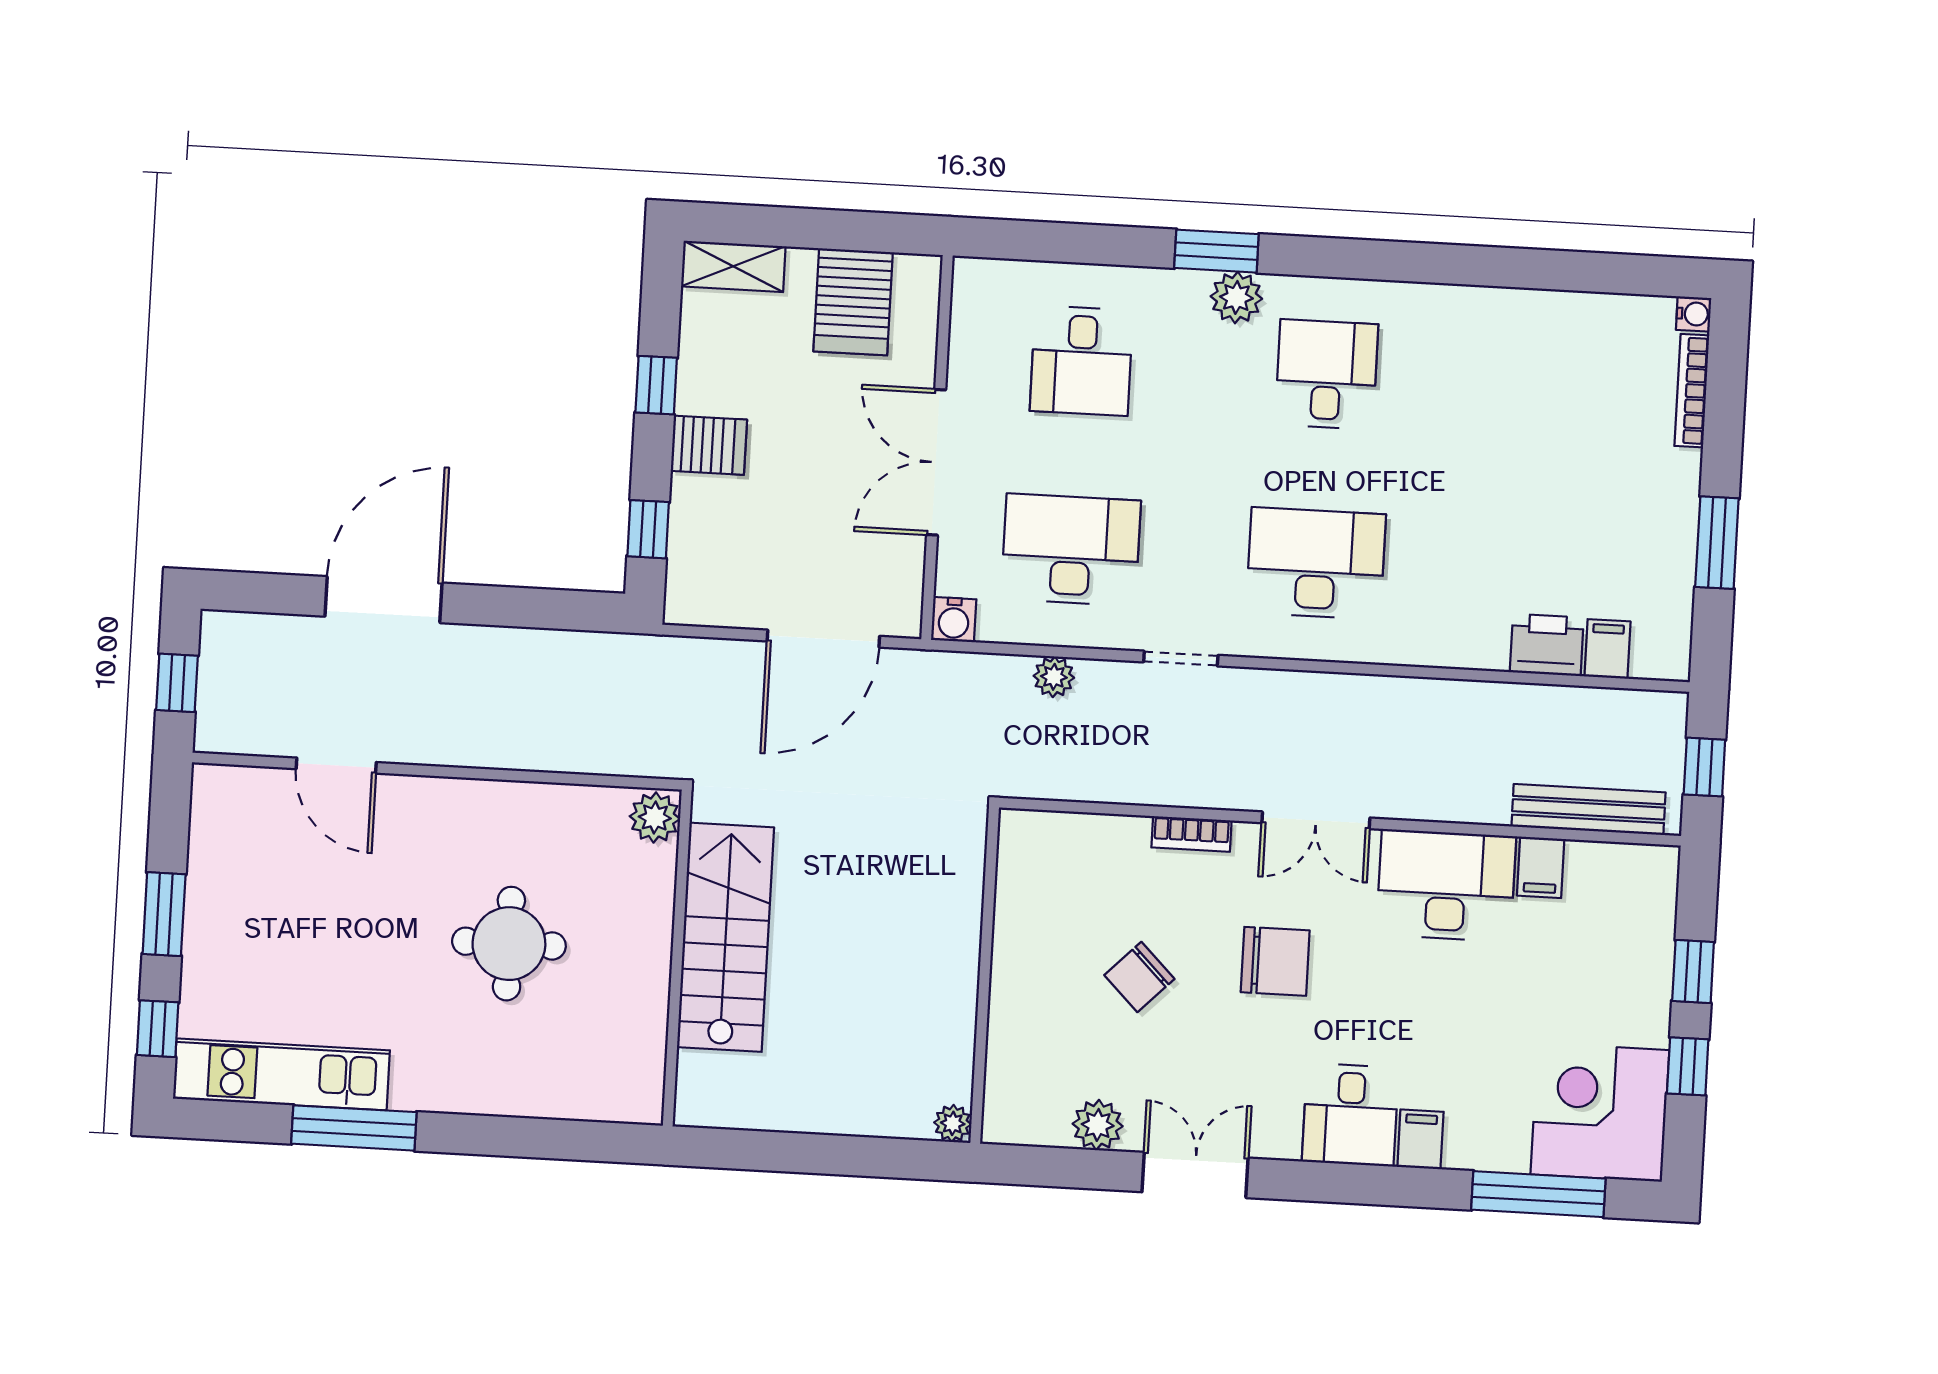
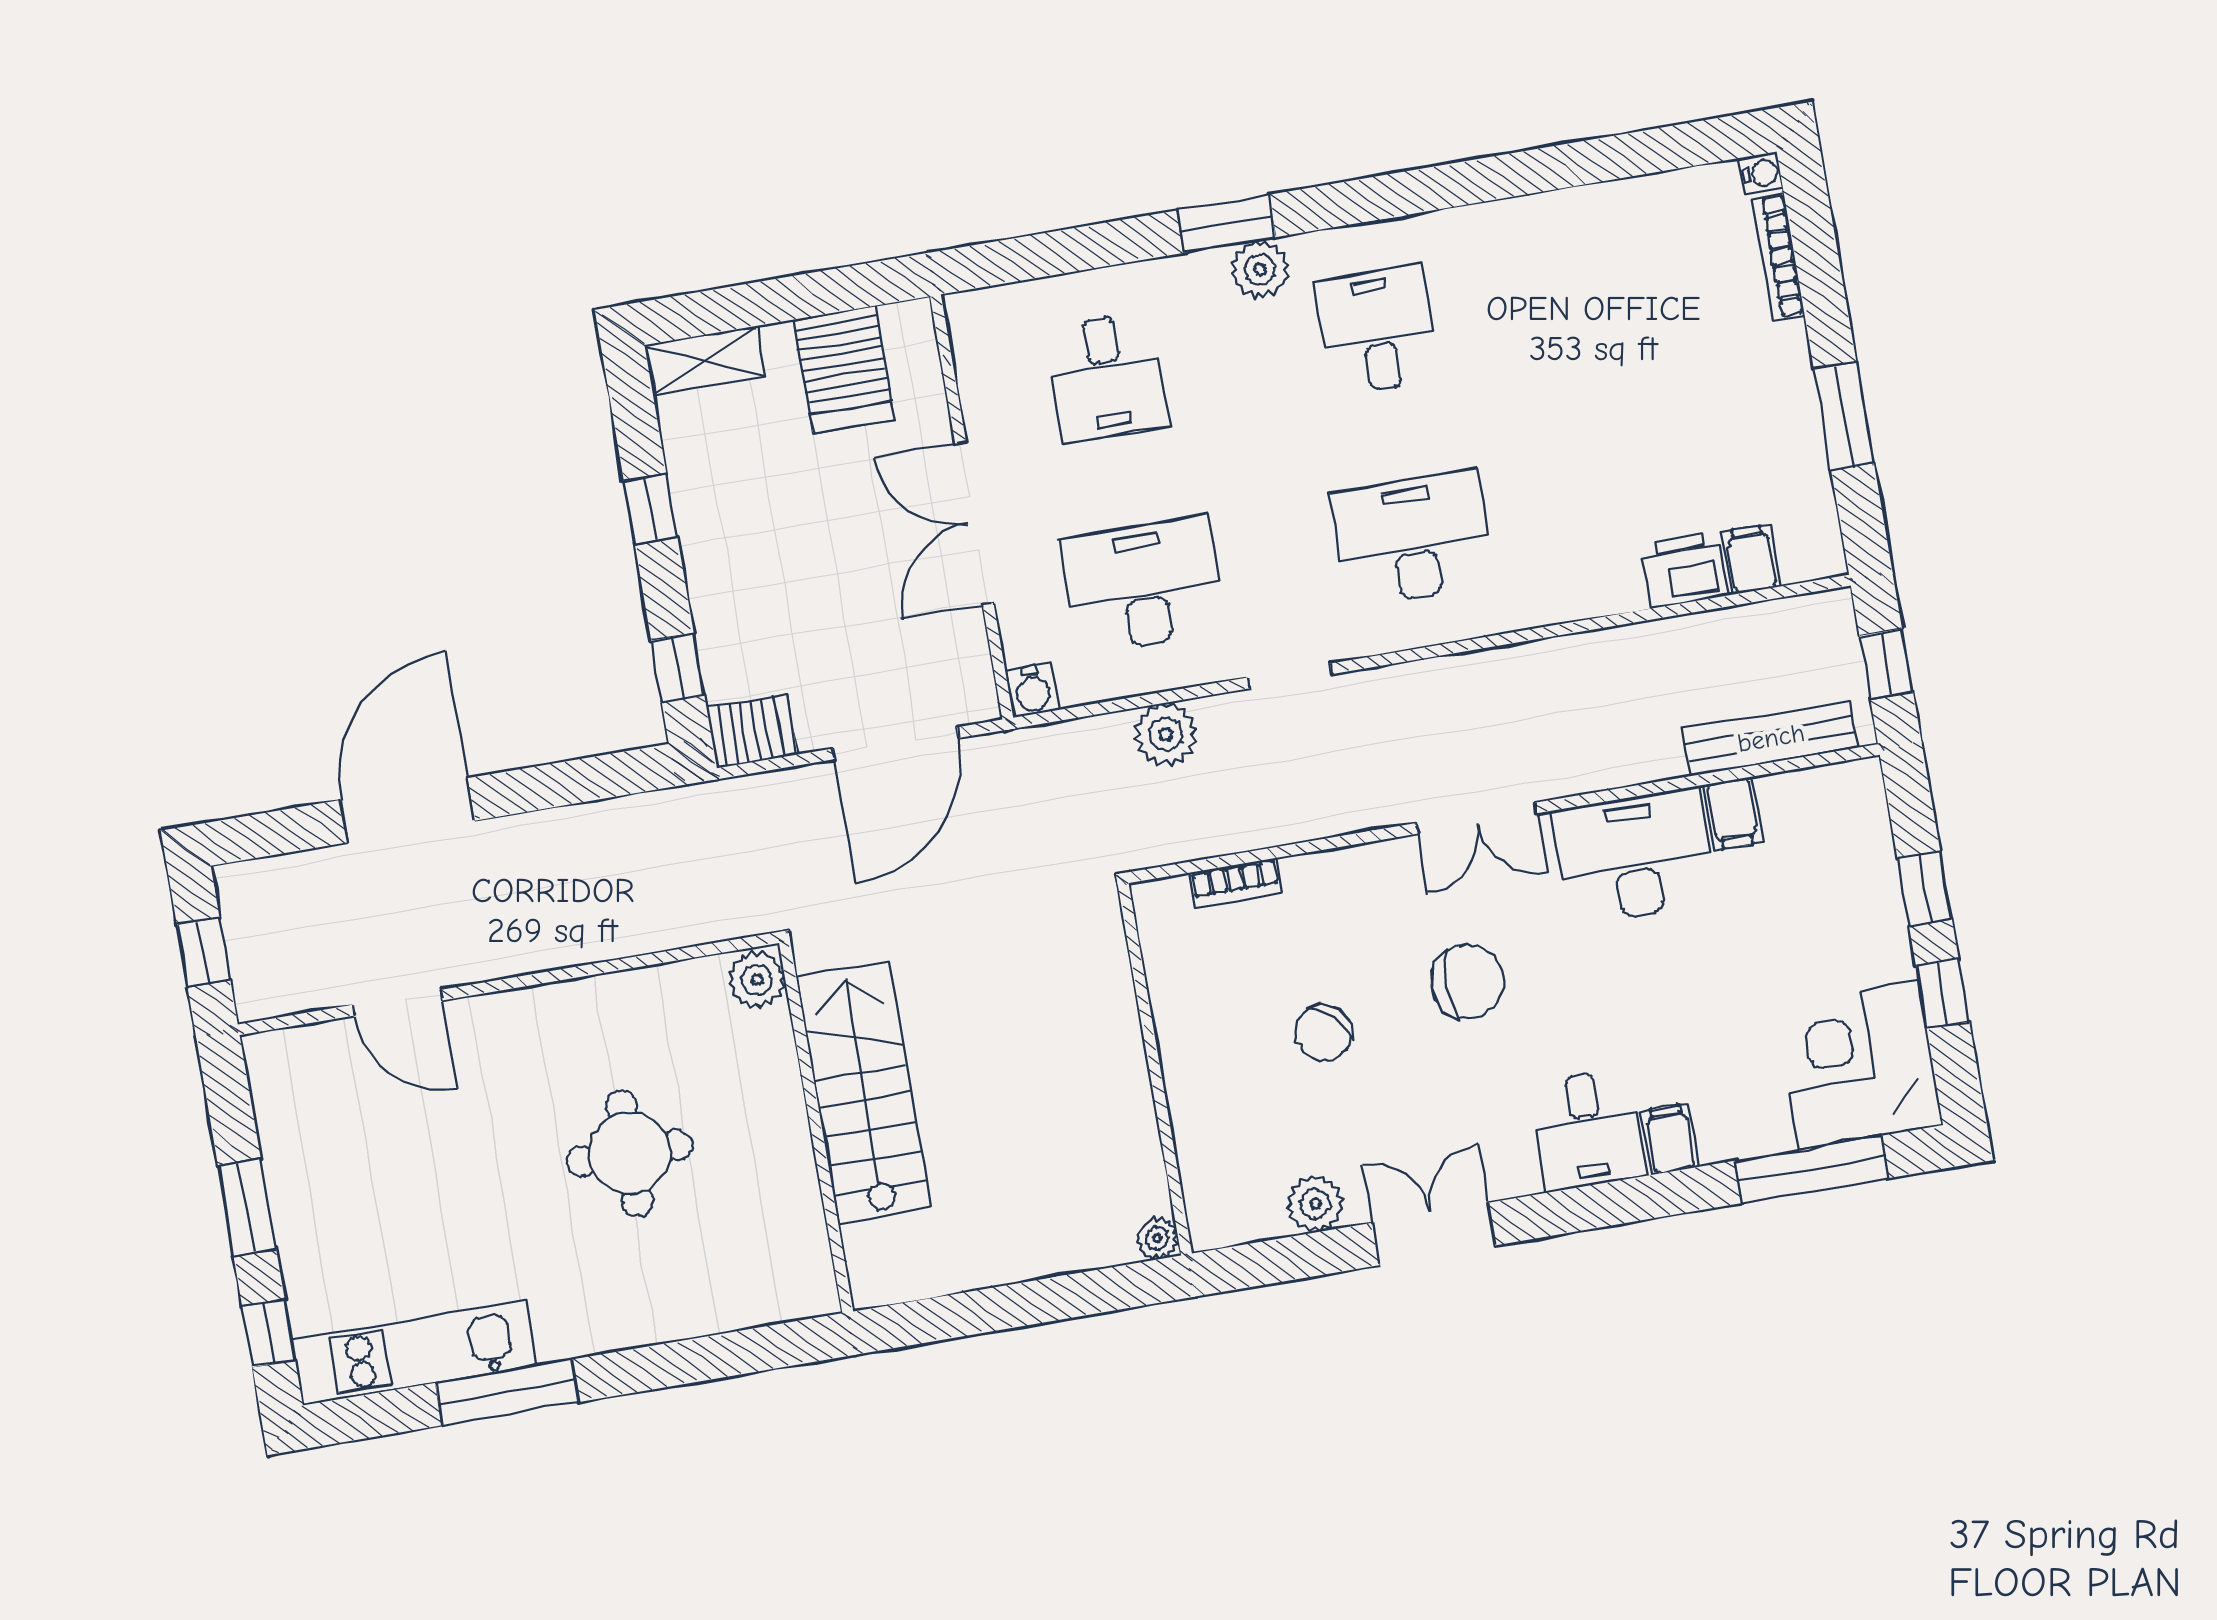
server rack: (709, 445) -> (752, 731), moved
plant: (1054, 677) -> (1166, 734), width x1.38, depth x1.38
bookcase: (1191, 834) -> (1235, 883), moved

